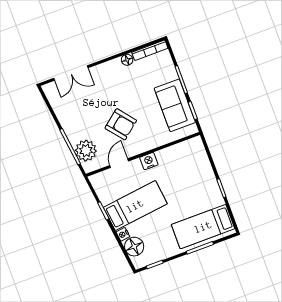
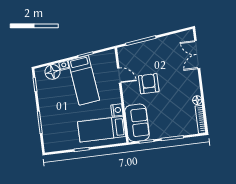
sofa: (175, 105) -> (137, 123), moved, turned 90
armchair: (121, 124) -> (149, 84), turned 129
plant: (86, 151) -> (135, 52), removed
nightstand: (149, 161) -> (117, 110), moved
bed: (203, 227) -> (102, 129), moved, turned -90

